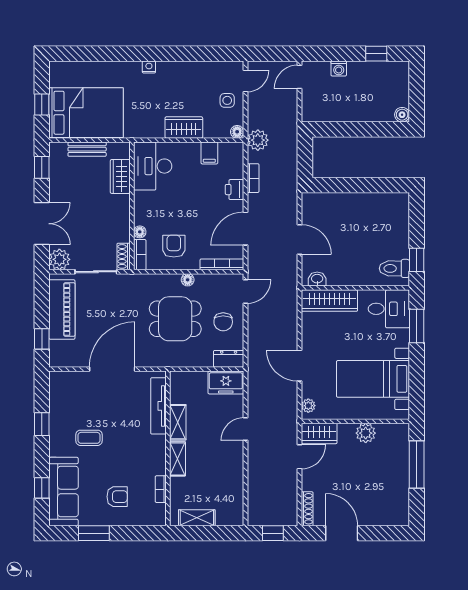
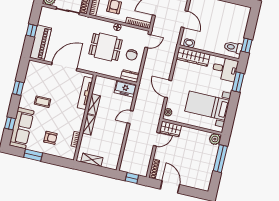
piano: (62, 309) -> (41, 43), moved
window: (42, 339) -> (32, 30), moved
plant: (366, 433) -> (215, 139), moved

